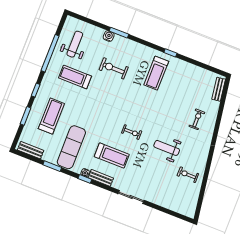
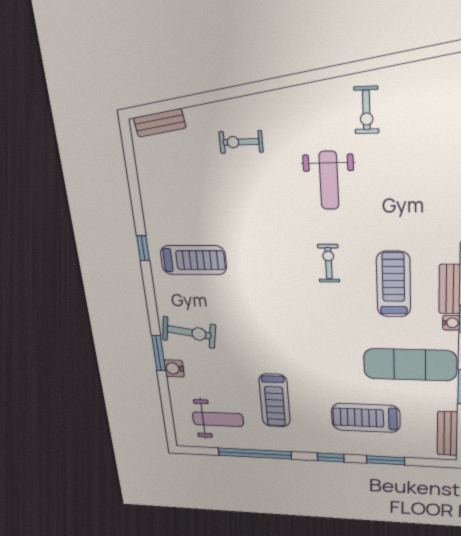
weight bench: (75, 44) -> (218, 419), turned 180
exercise bike: (114, 68) -> (189, 332), moved, turned -81

